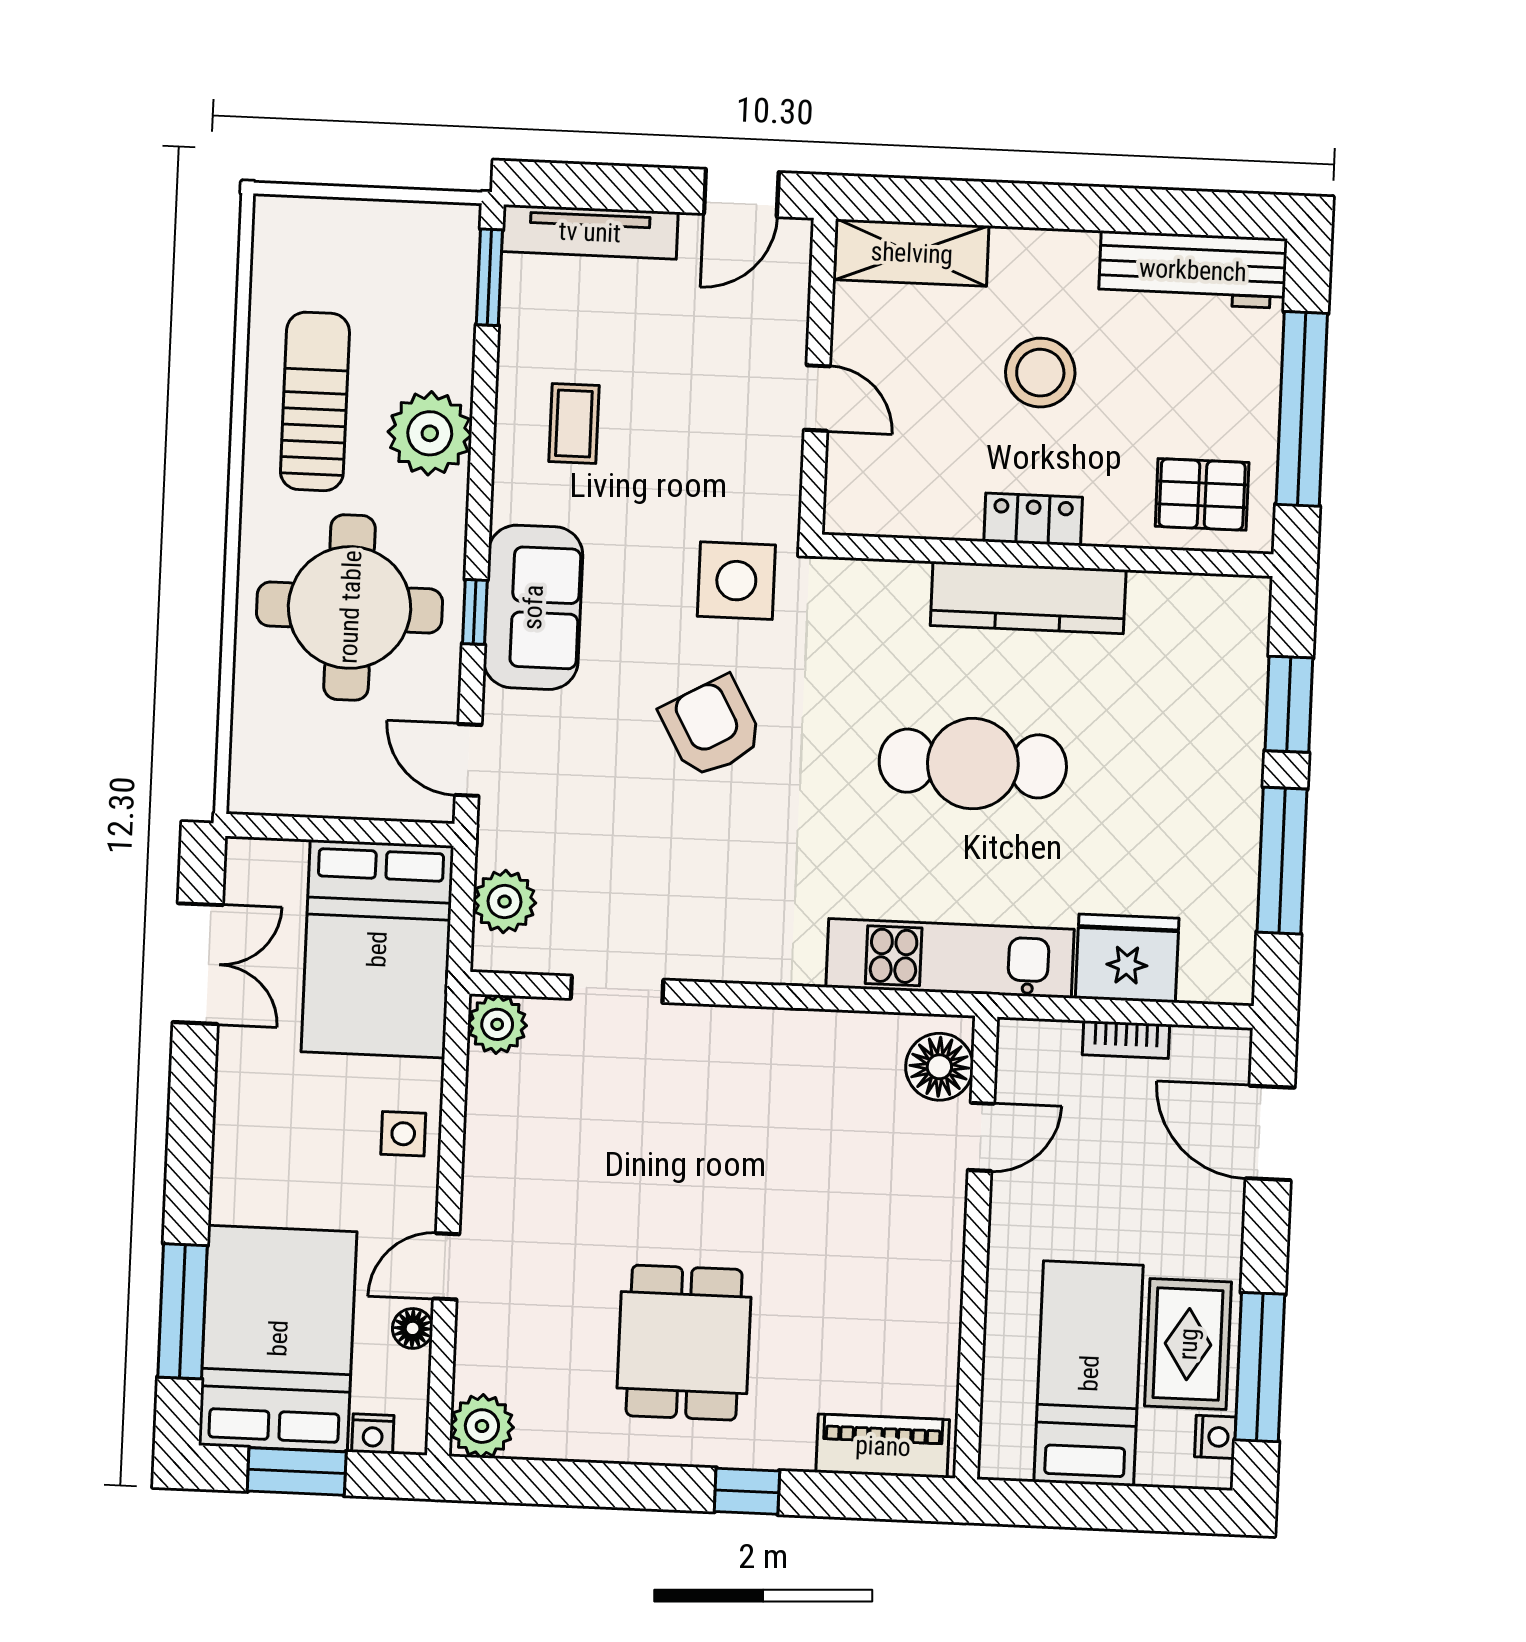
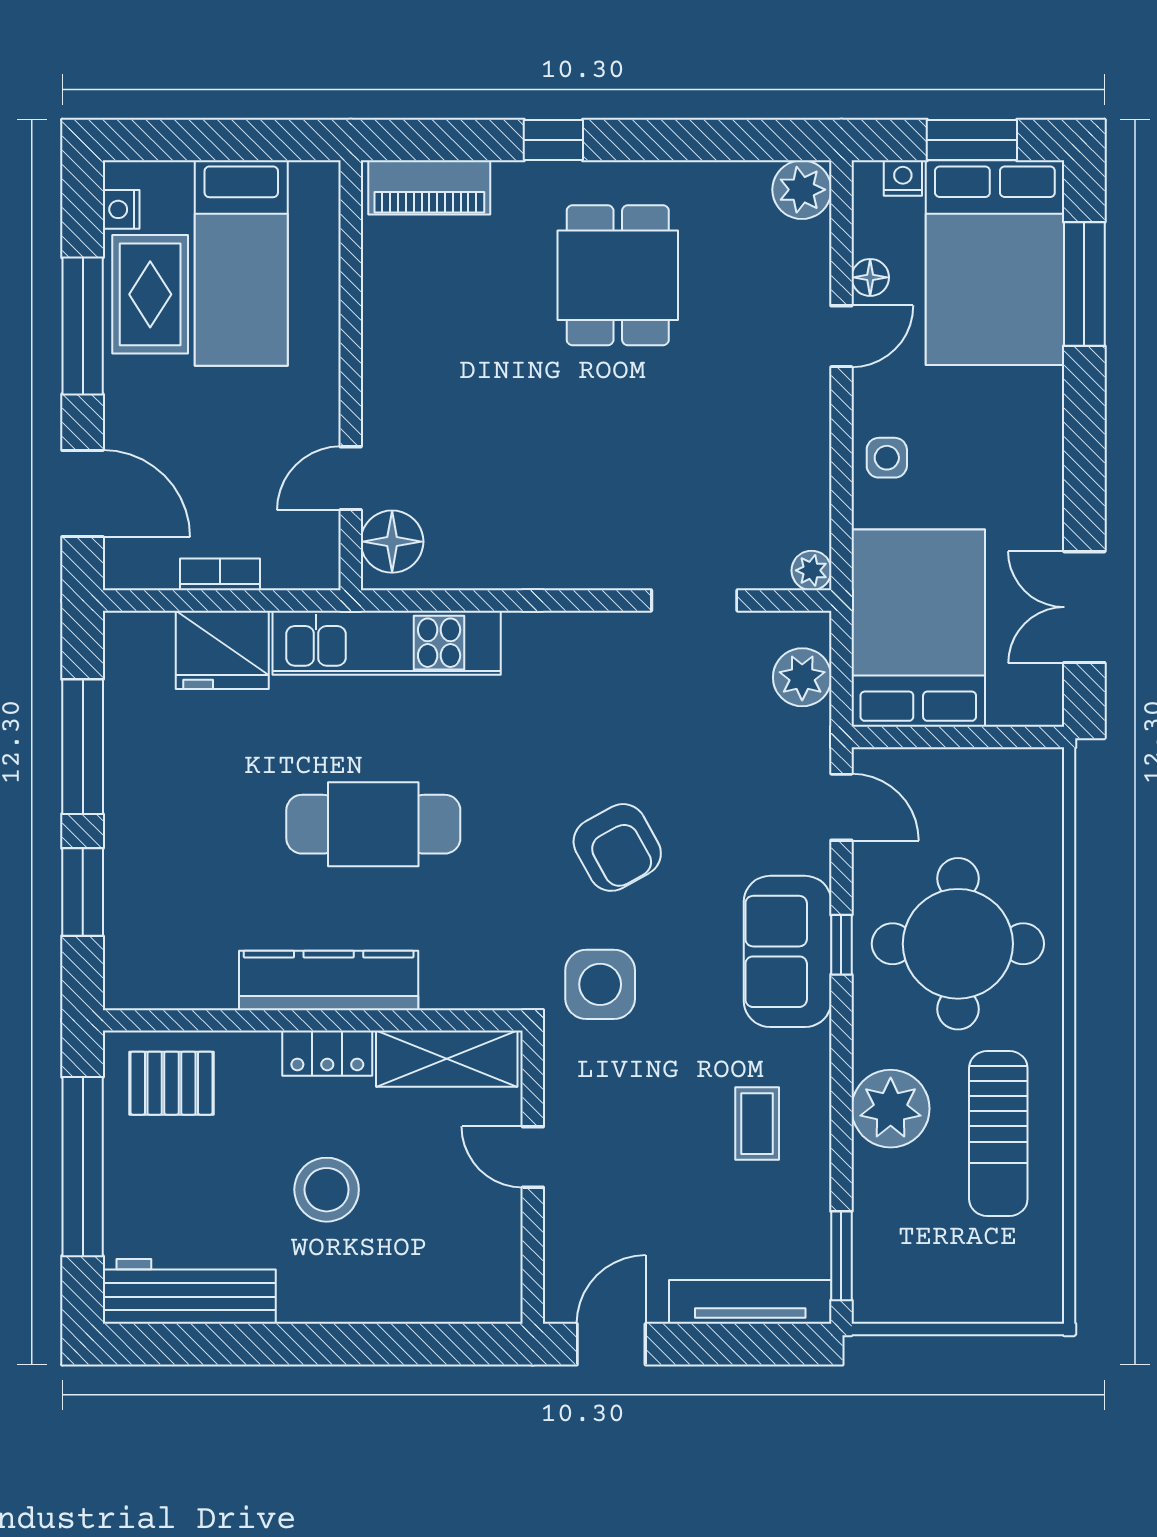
shelving: (912, 253) -> (447, 1059), moved
plant: (497, 1024) -> (811, 570), width x0.73, depth x0.73
window: (1260, 1367) -> (83, 326), moved

